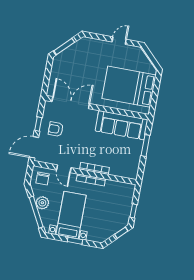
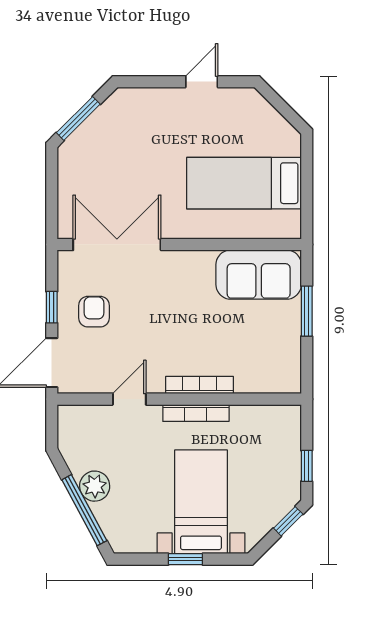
bed: (129, 87) -> (244, 183), width x0.67
sofa: (122, 125) -> (259, 275), width x0.73
armchair: (56, 129) -> (94, 312), turned 90
door: (64, 169) -> (129, 399), swing flipped
chair: (43, 179) -> (85, 431), removed
bed with nightstands: (71, 215) -> (201, 502), moved

